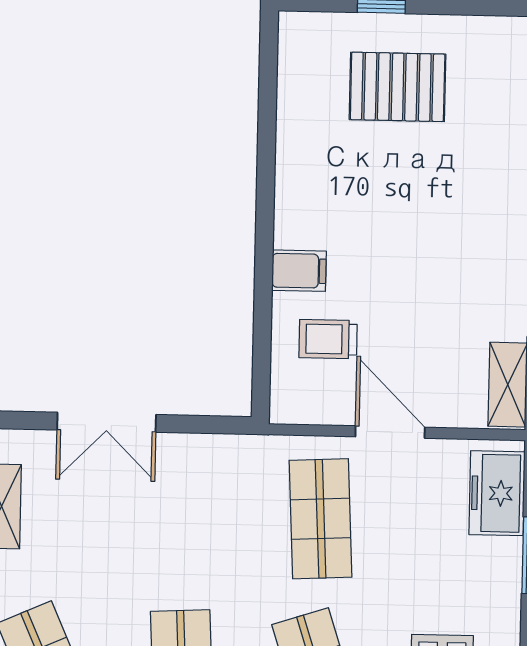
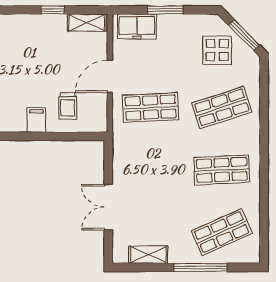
double door: (107, 422) -> (108, 207), swing flipped

